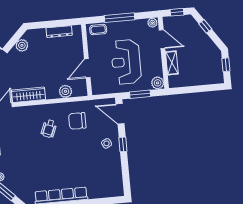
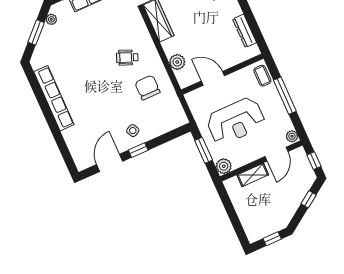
reception desk: (126, 62) -> (236, 121), turned 180
door: (120, 114) -> (110, 163), moved

